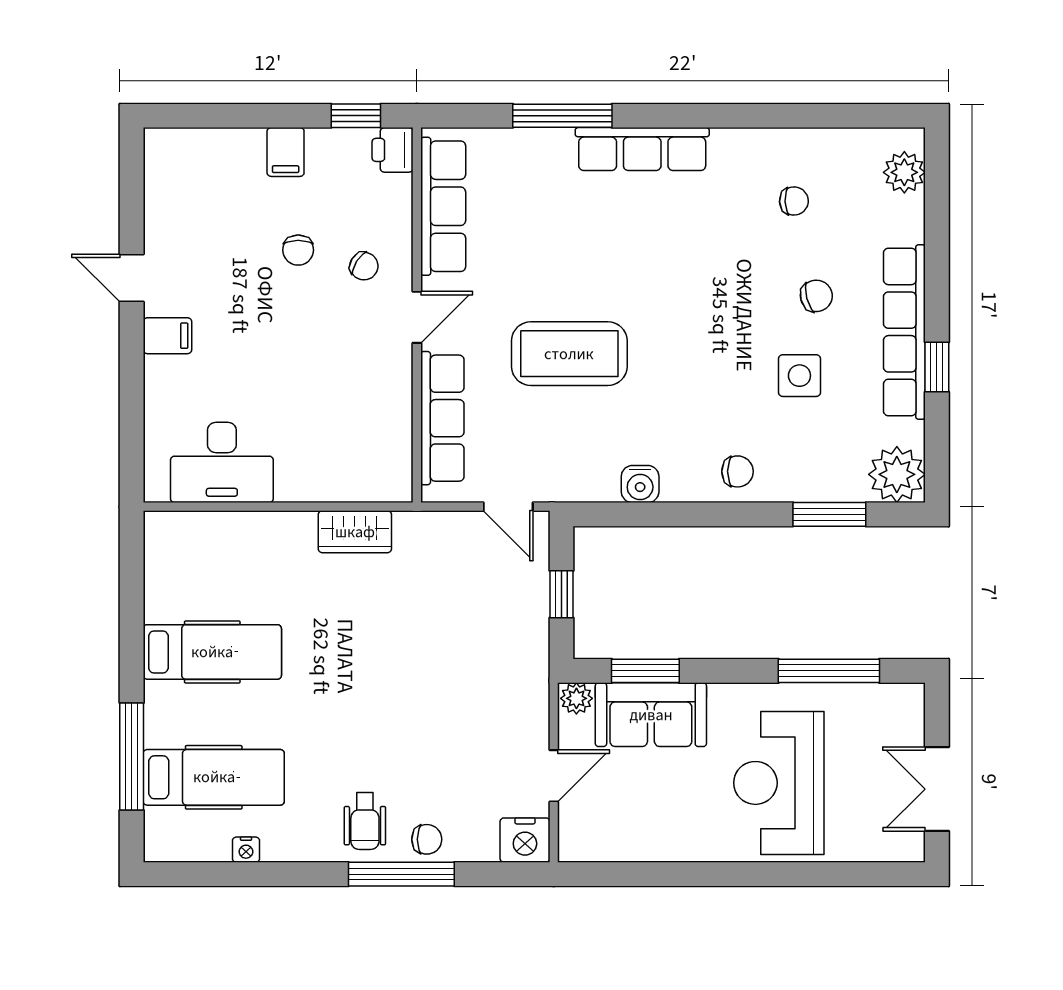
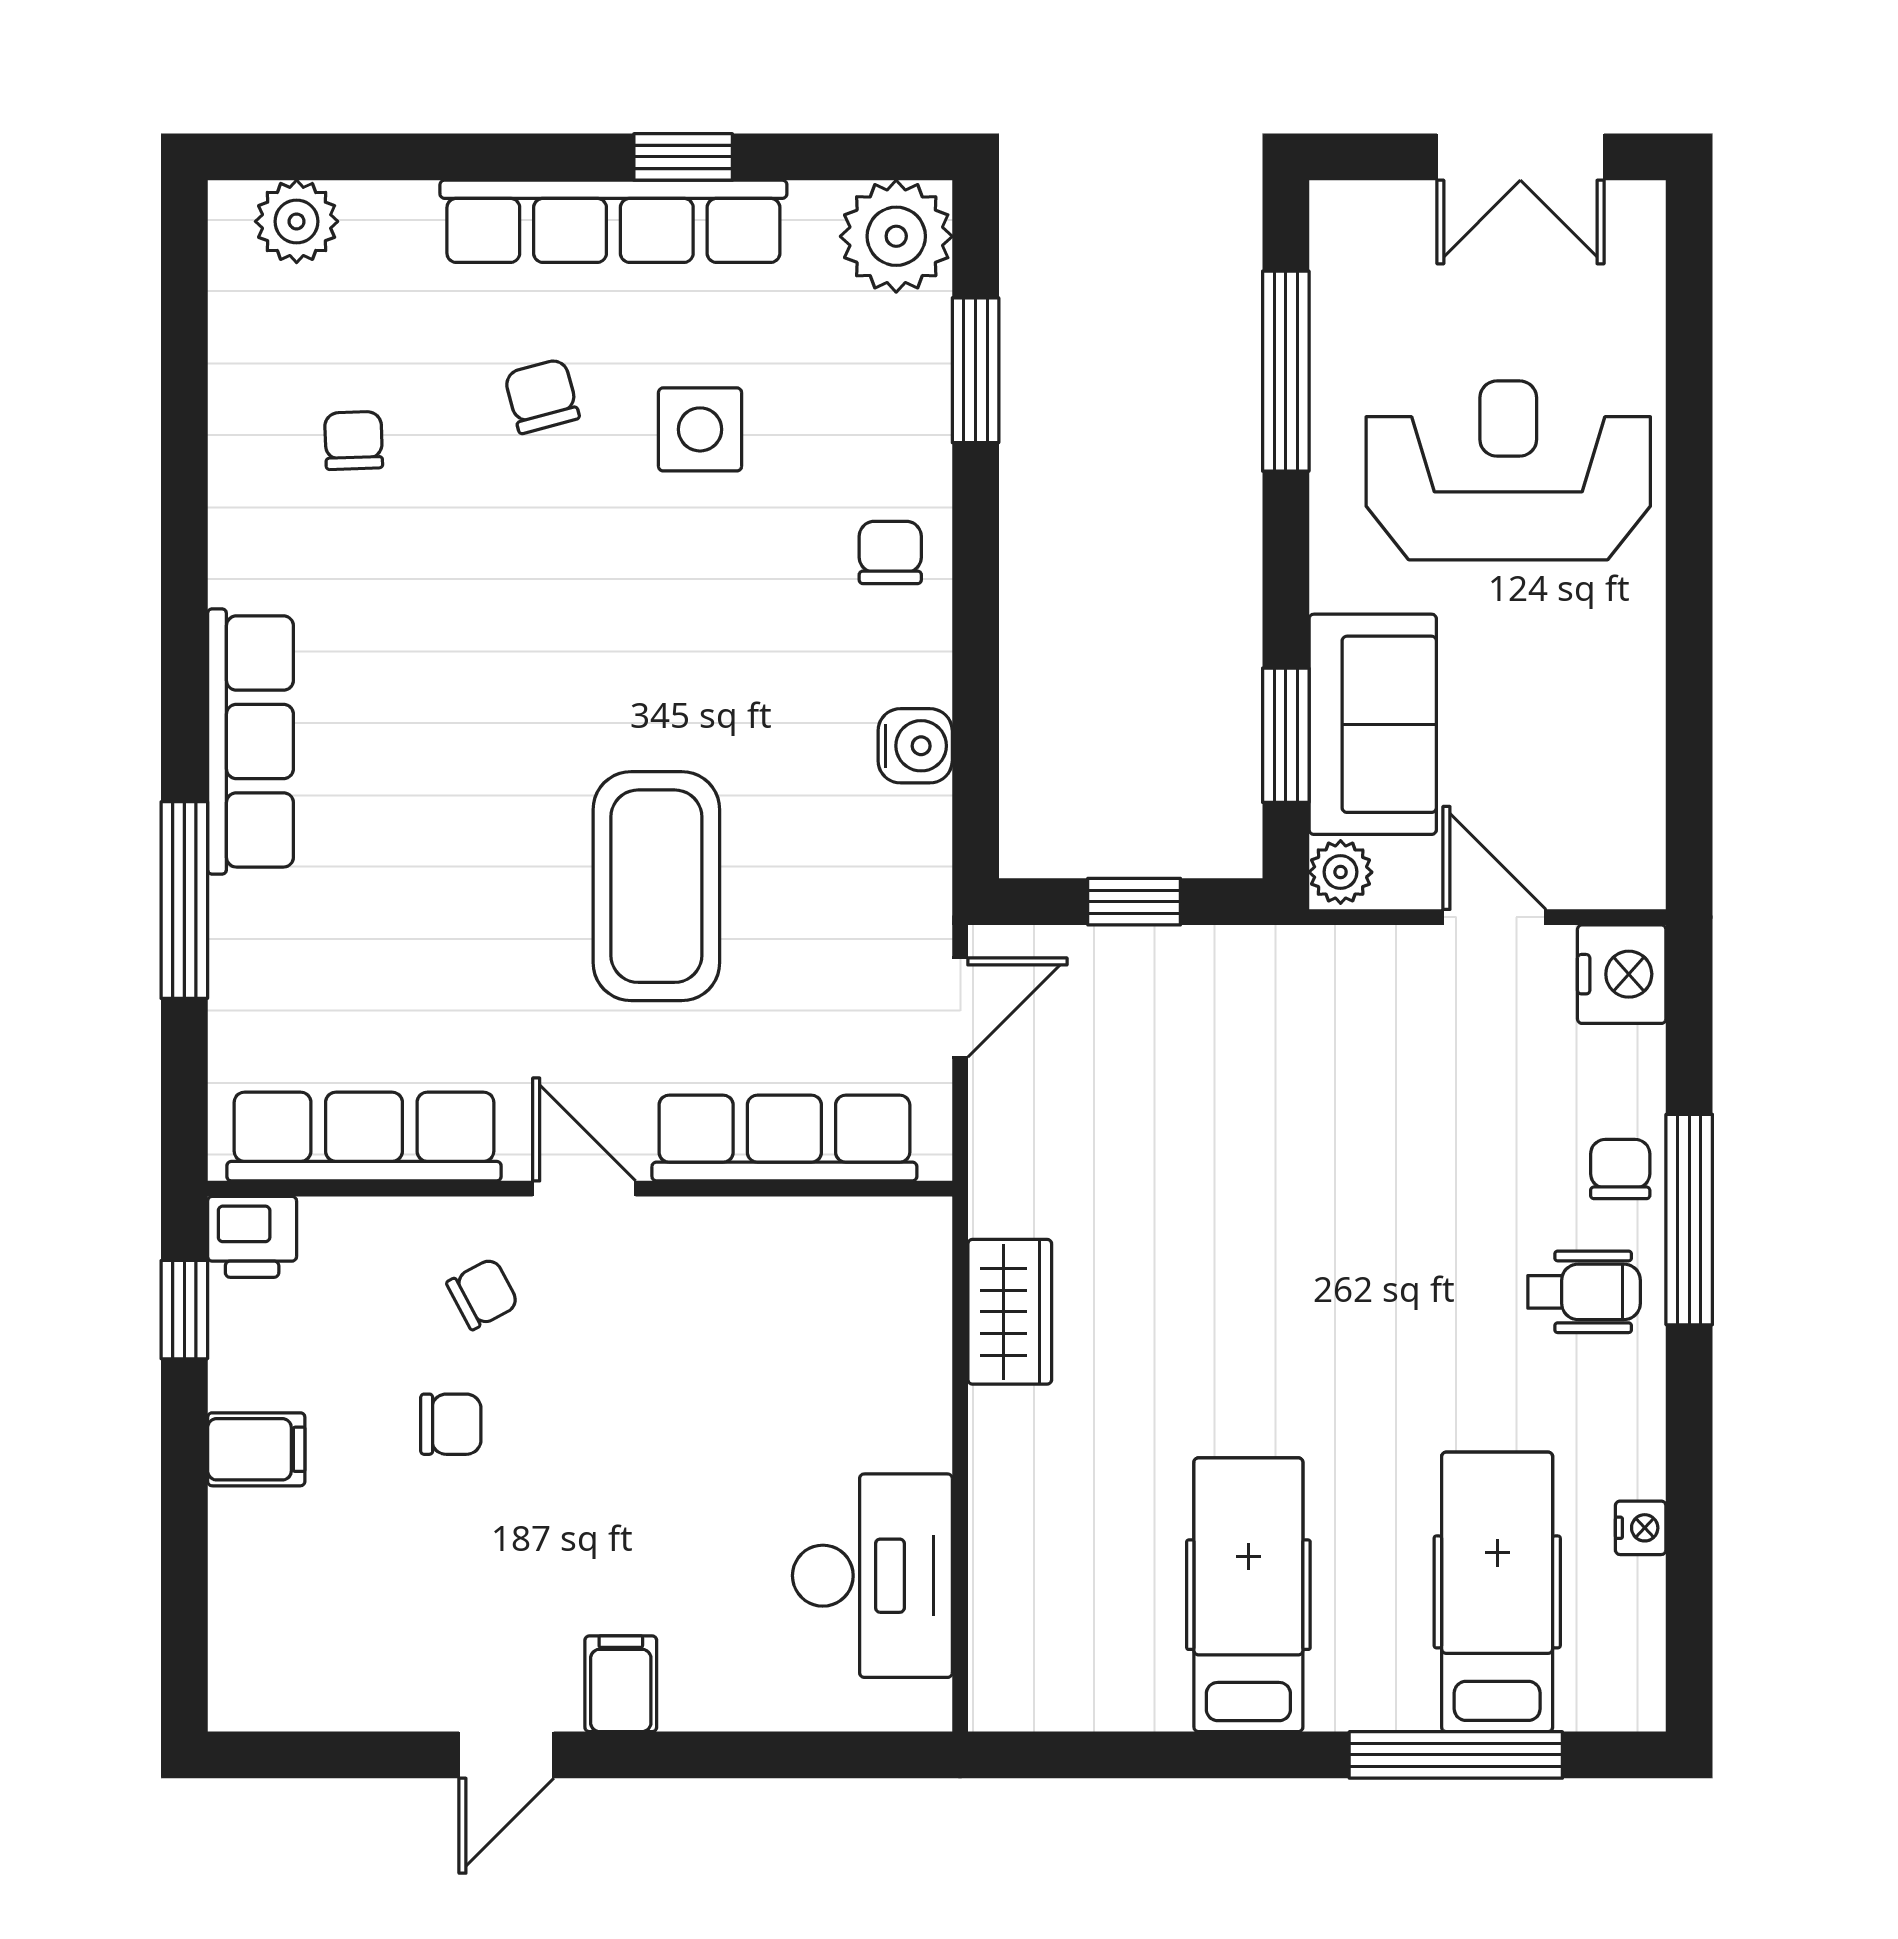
chair: (364, 266) -> (483, 1294), turned 30
reception desk: (779, 783) -> (1508, 470), turned 180

